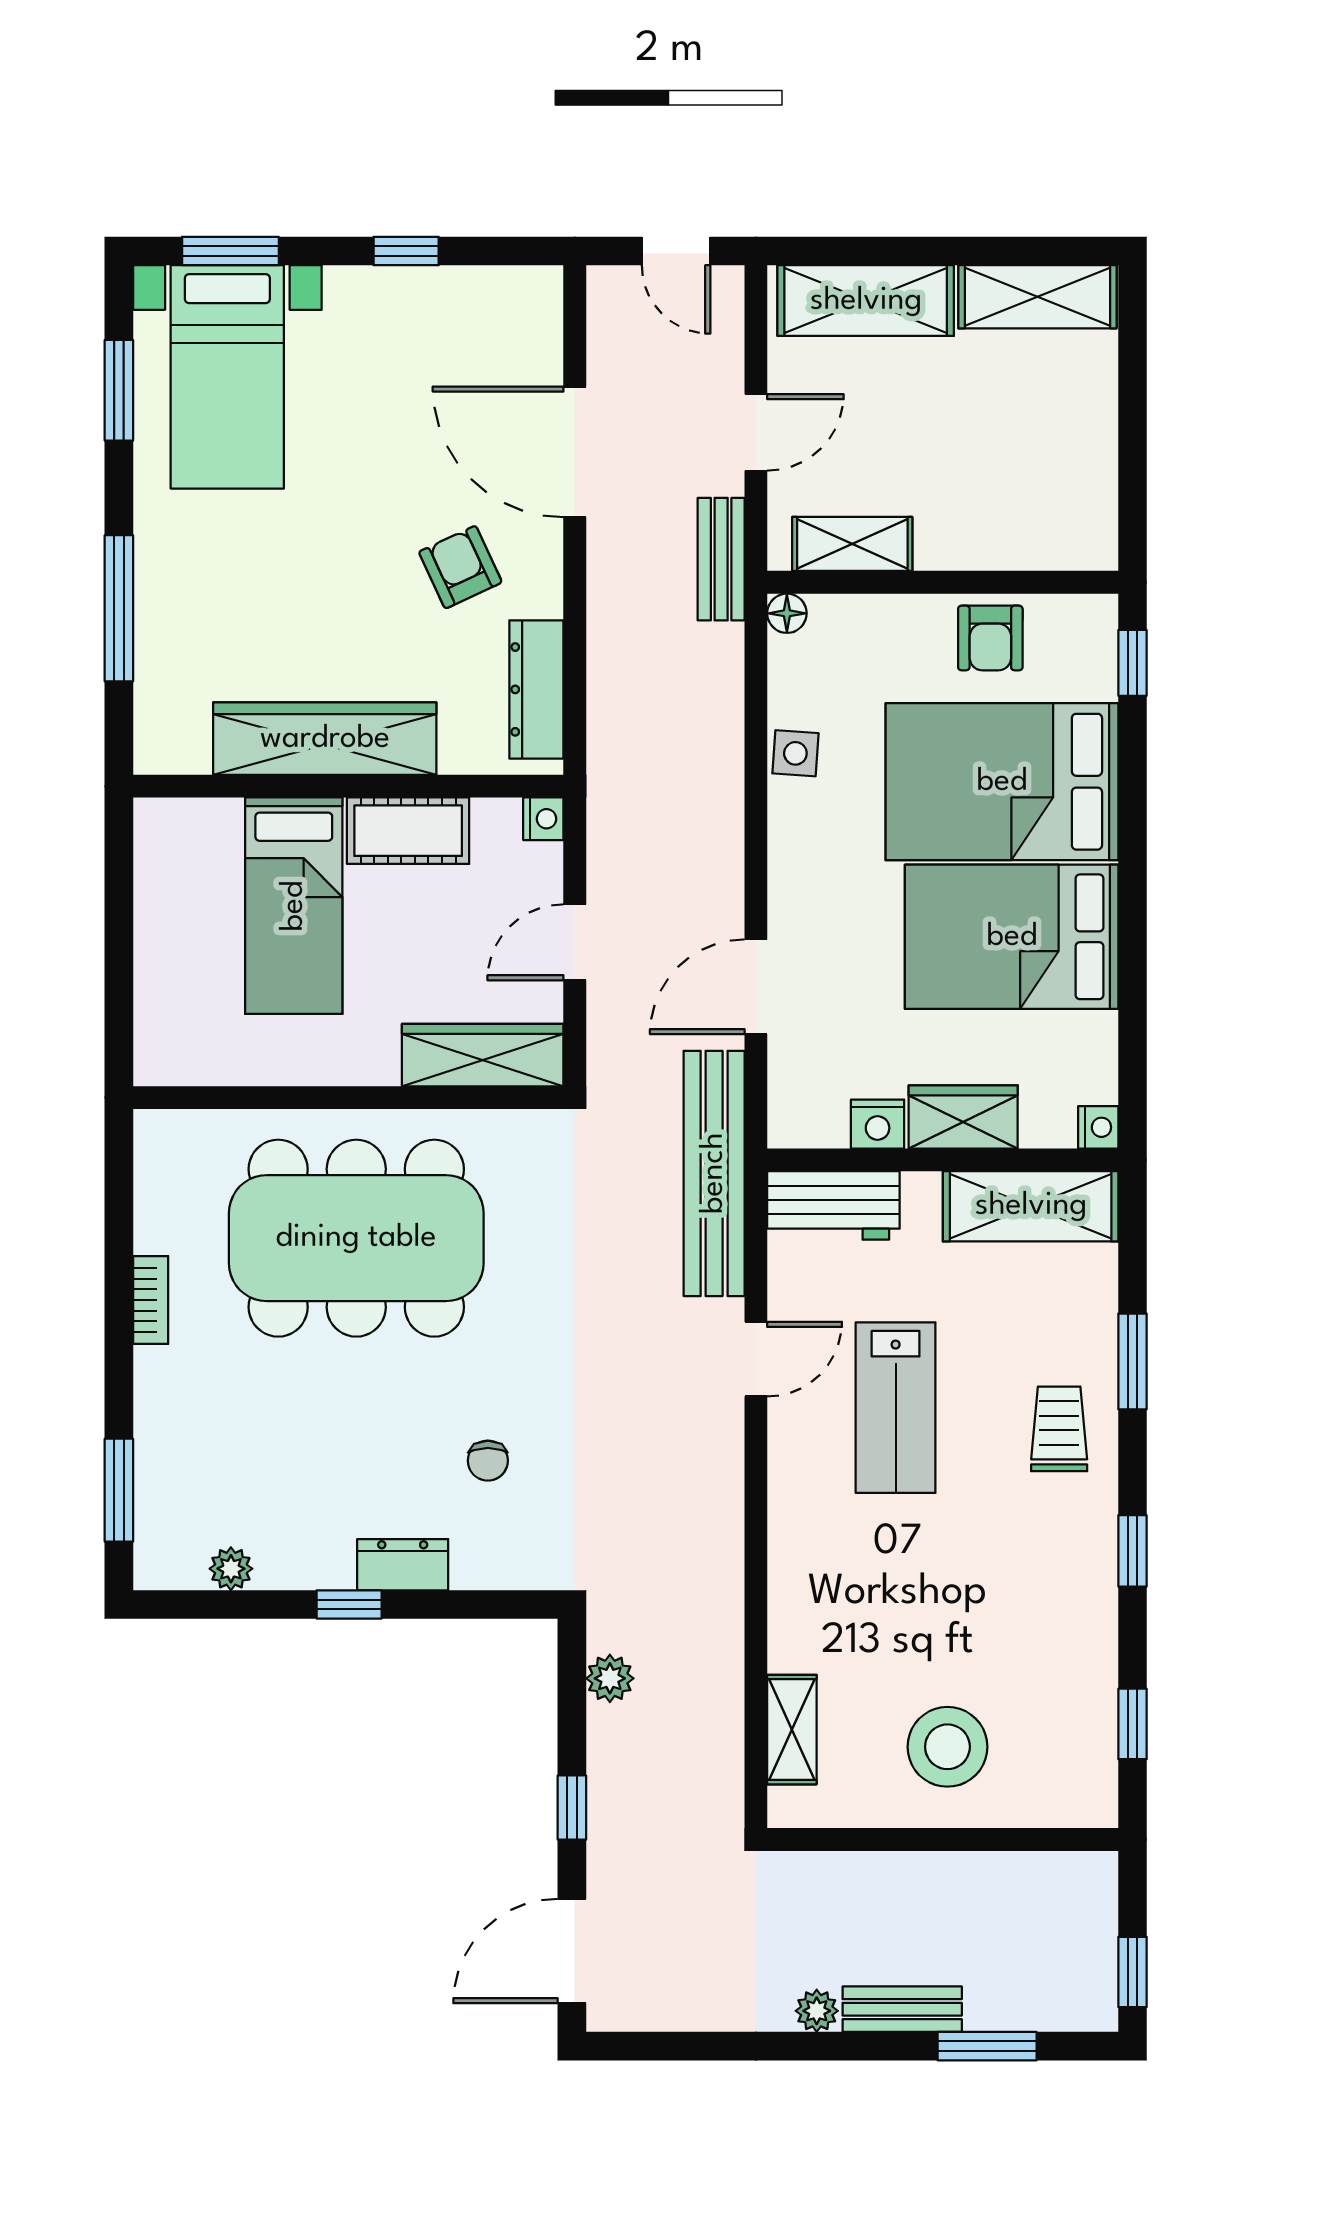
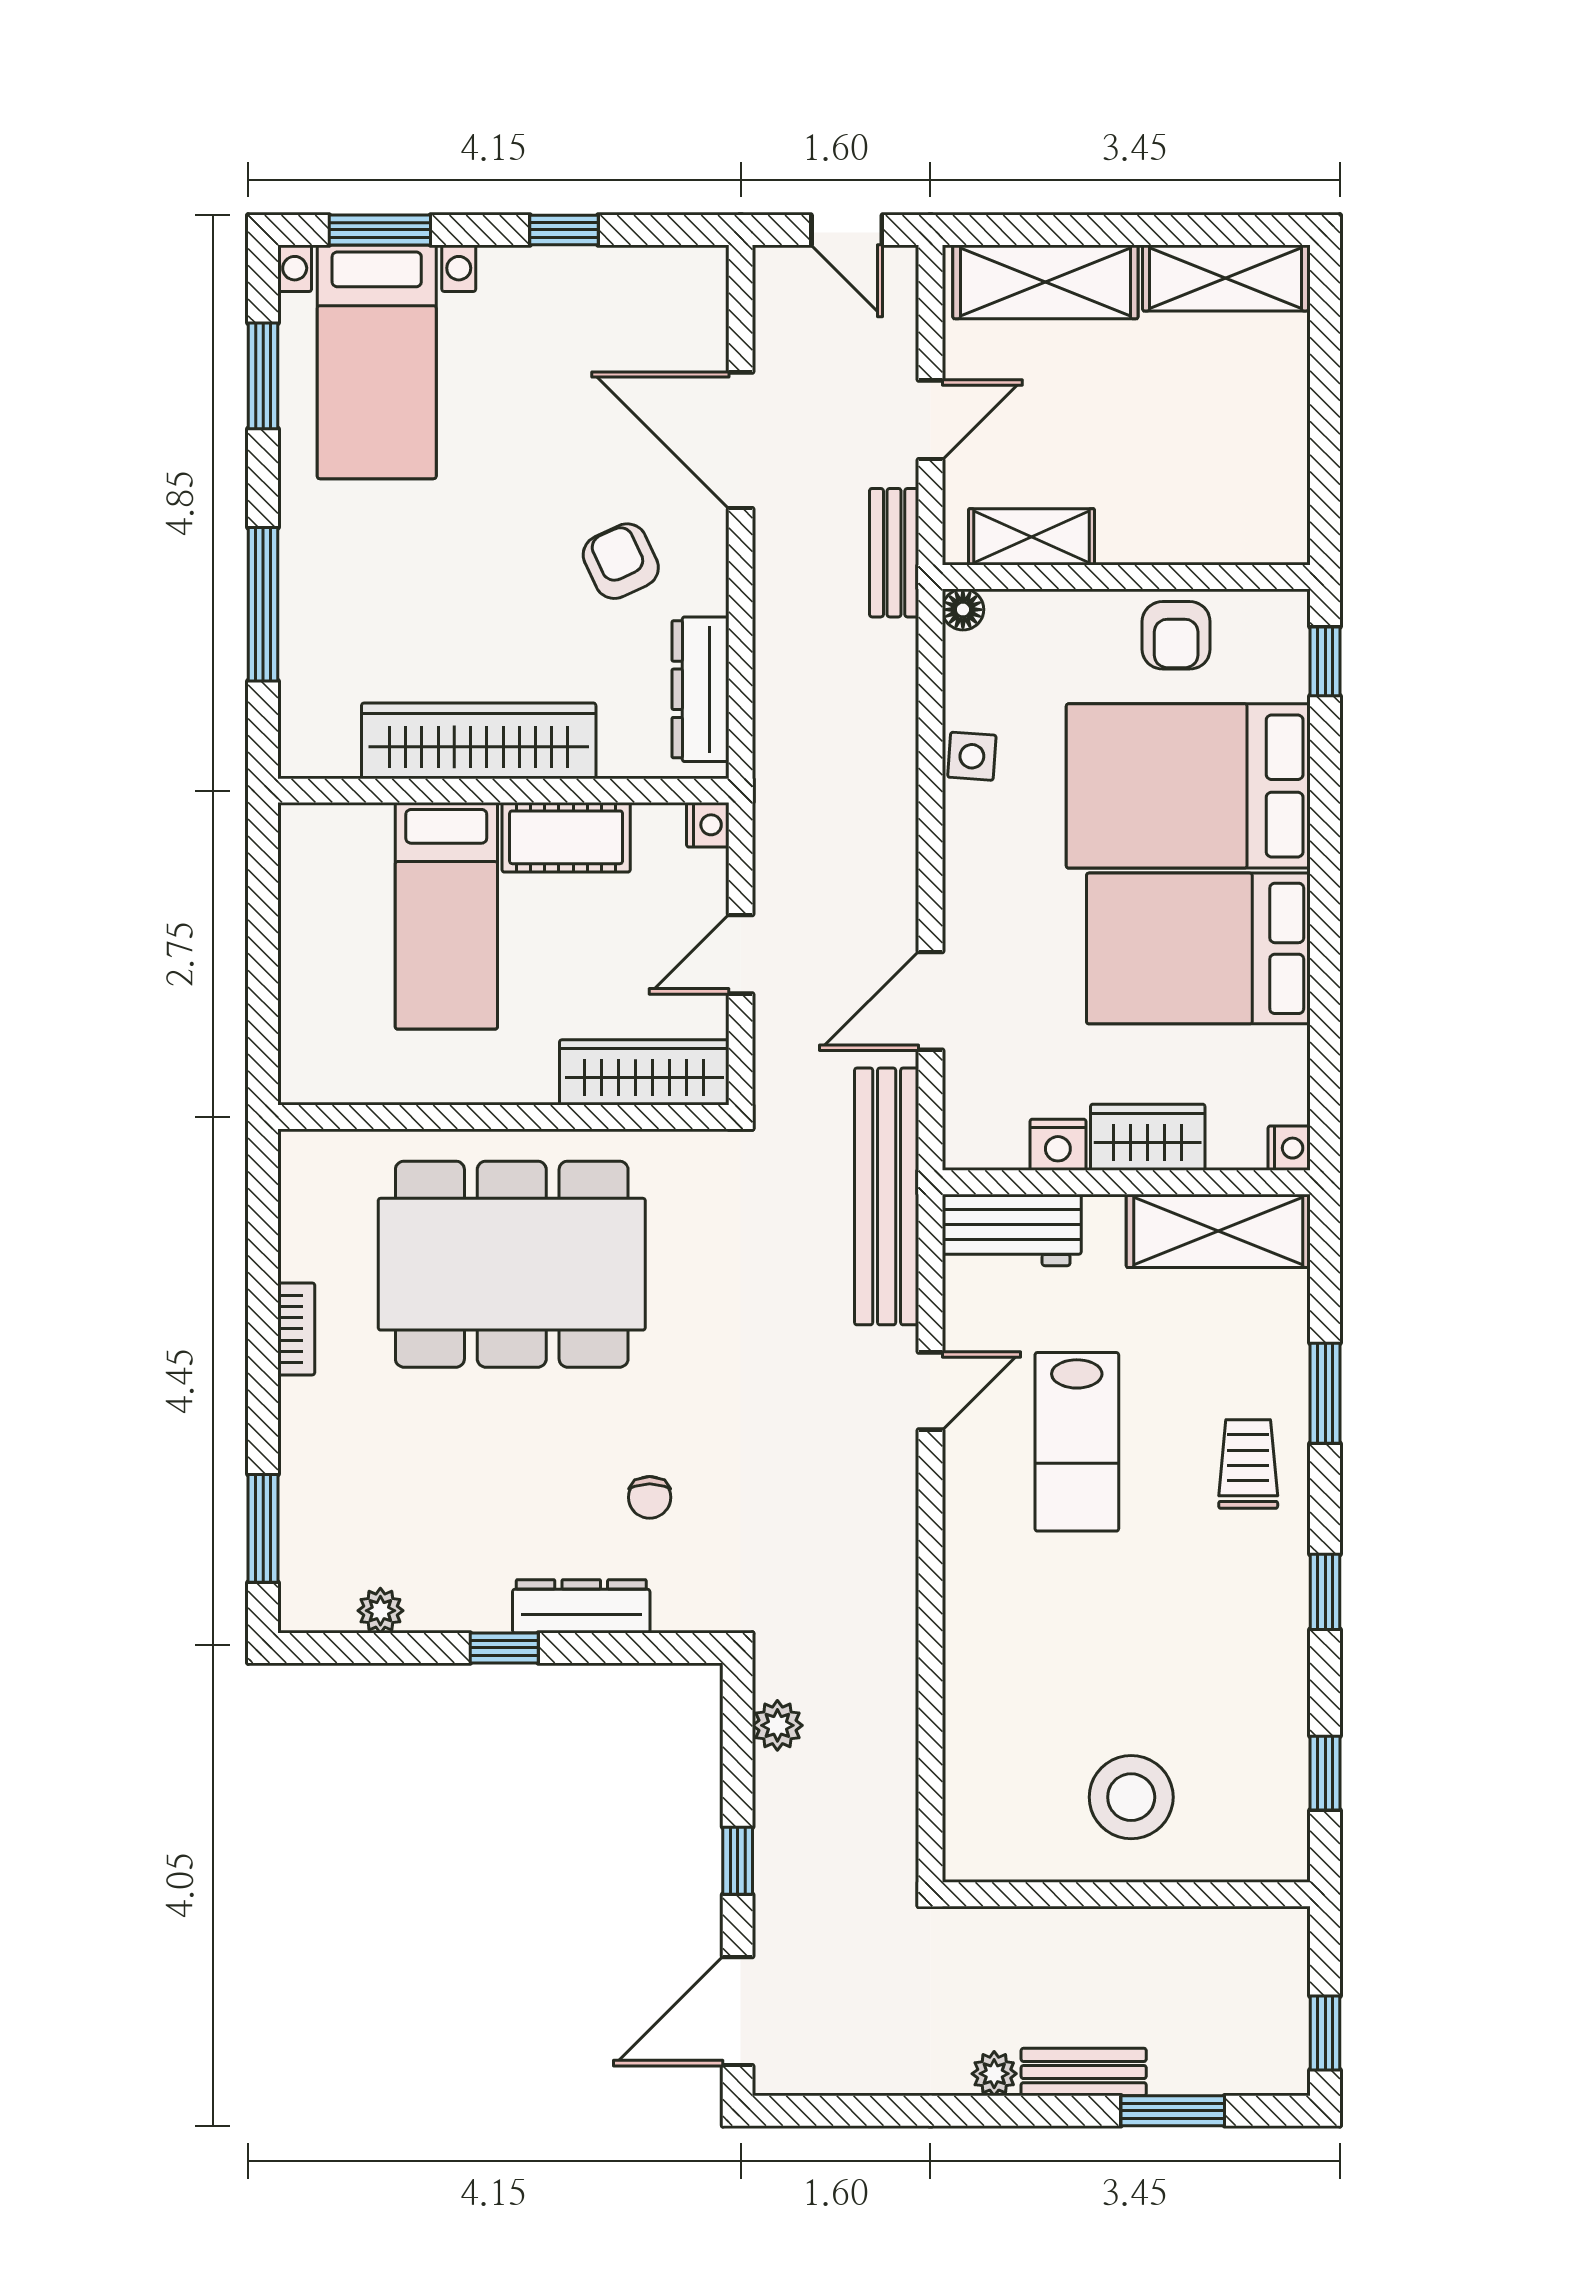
dresser: (403, 1565) -> (581, 1606), width x1.44
shelving: (792, 1730) -> (968, 1779), removed

